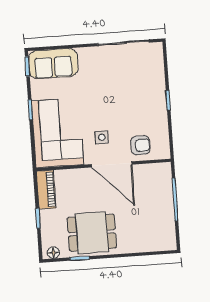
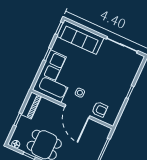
sofa: (53, 63) -> (80, 37), width x1.36

